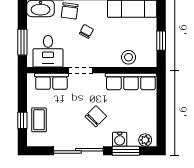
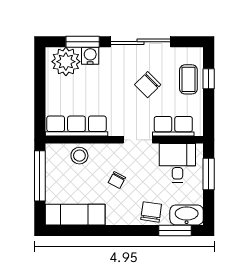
chair: (86, 31) -> (117, 180), moved
window: (161, 41) -> (40, 176), width x2.17
chair: (96, 116) -> (148, 85), moved
plant: (145, 140) -> (66, 62), width x1.88, depth x1.88

